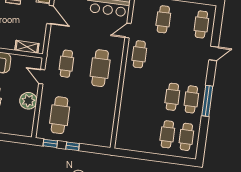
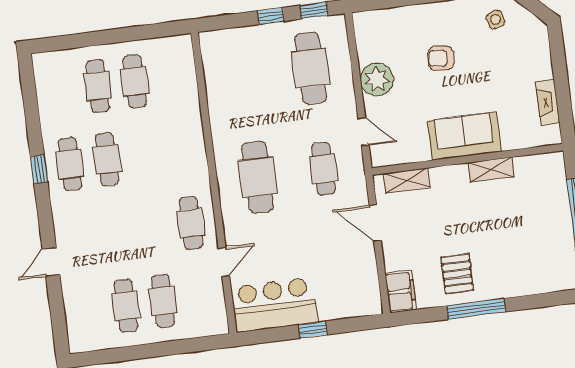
door: (50, 15) -> (375, 223), moved
cafe table: (201, 24) -> (126, 306), moved
window: (207, 101) -> (39, 169), width x0.46
cafe table: (186, 137) -> (135, 81), moved

